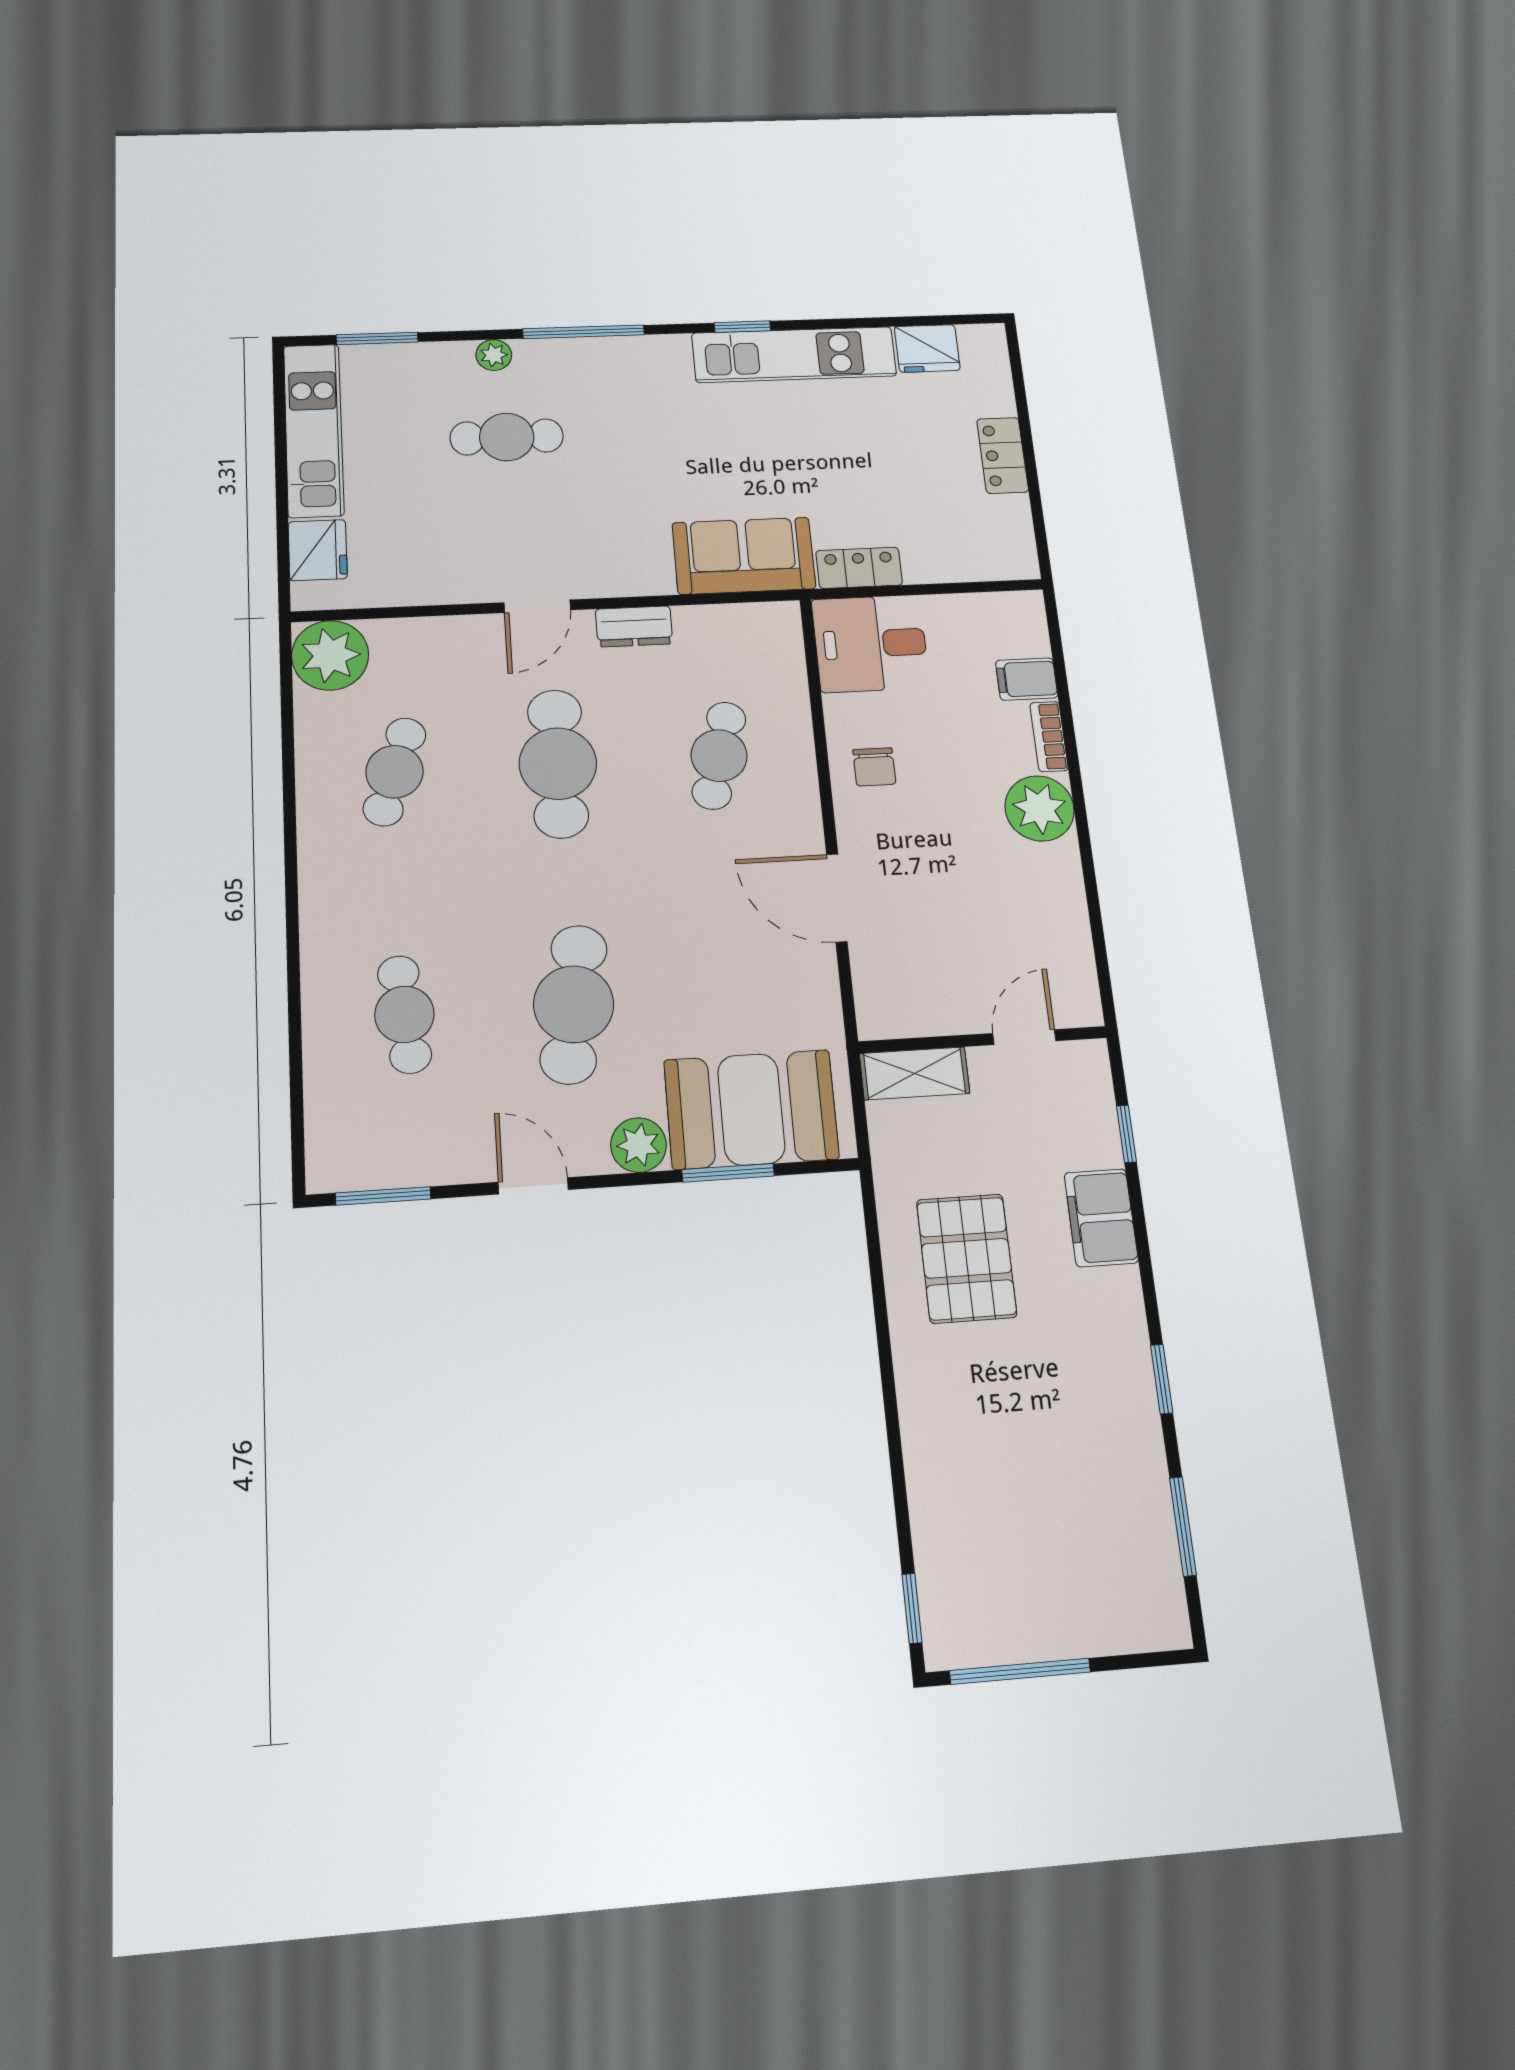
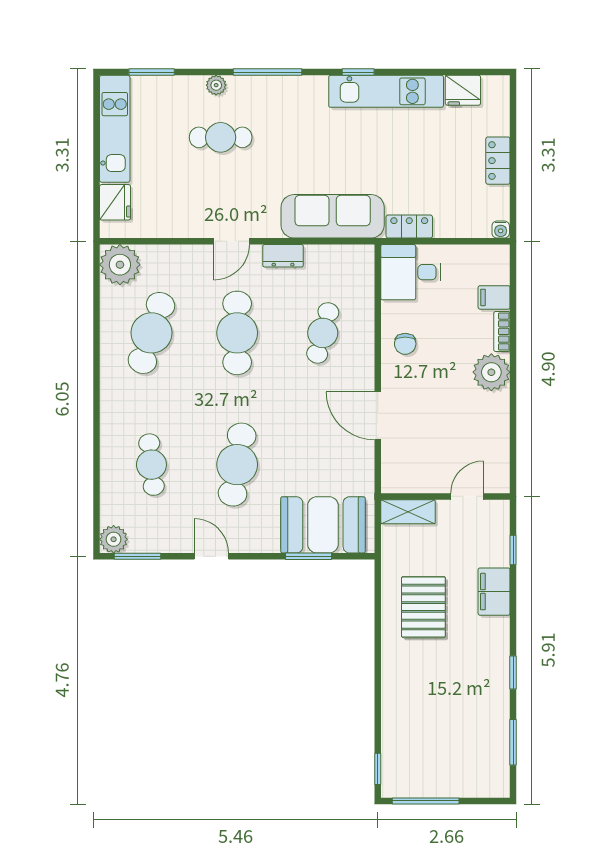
sofa: (744, 556) -> (333, 216), width x1.36
water cooler: (1023, 566) -> (501, 230), added
cafe table: (395, 772) -> (151, 333), width x1.37, depth x1.35
plant: (639, 1145) -> (114, 539), moved

